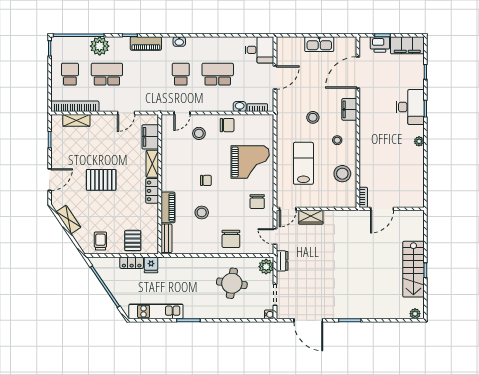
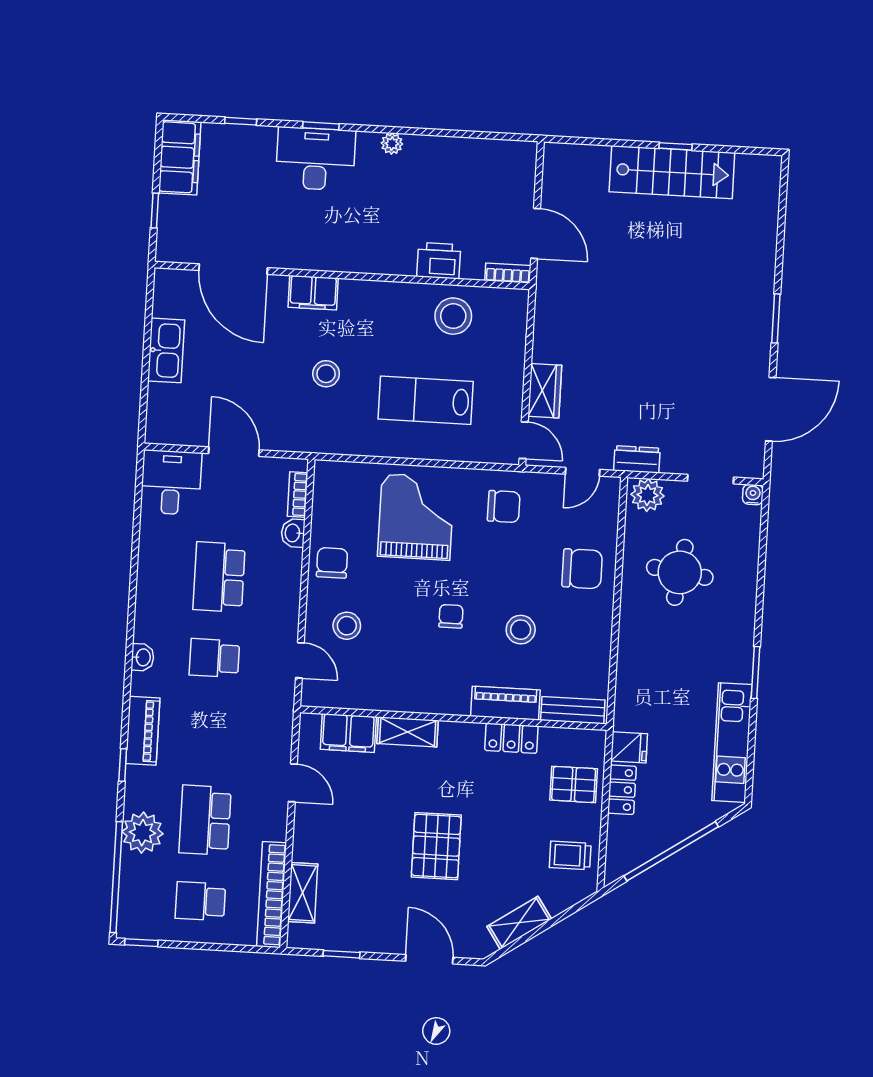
printer: (380, 44) -> (439, 261), moved, turned -90
stool: (337, 140) -> (379, 323), removed
locker: (152, 191) -> (511, 738), moved
plant: (415, 314) -> (770, 174), removed

